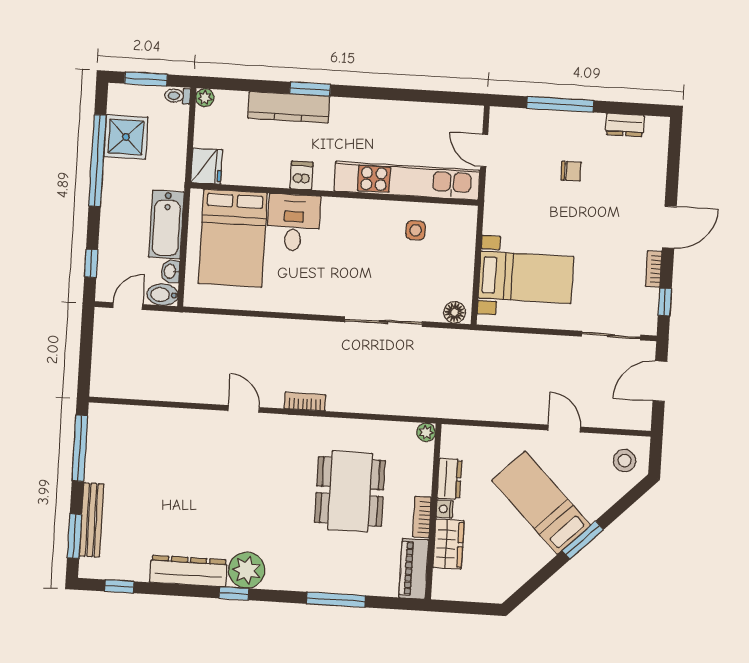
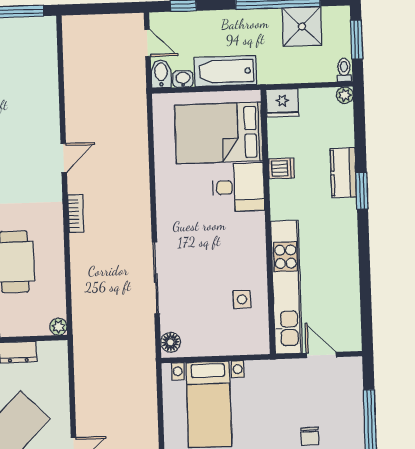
kitchen counter: (289, 107) -> (343, 173), width x0.67
door: (484, 150) -> (321, 355), hinge flipped
dishwasher: (302, 175) -> (281, 168), moved

